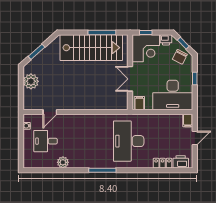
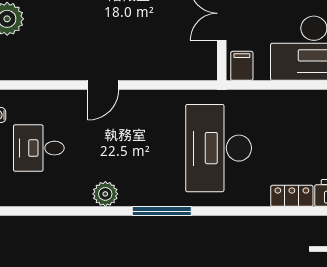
door: (50, 112) -> (103, 85), moved
plant: (63, 162) -> (105, 194), moved

